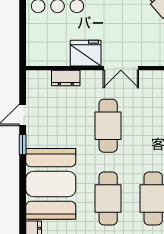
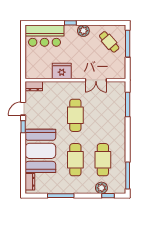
double door: (121, 68) -> (96, 80), moved
dresser: (66, 78) -> (34, 86), moved

